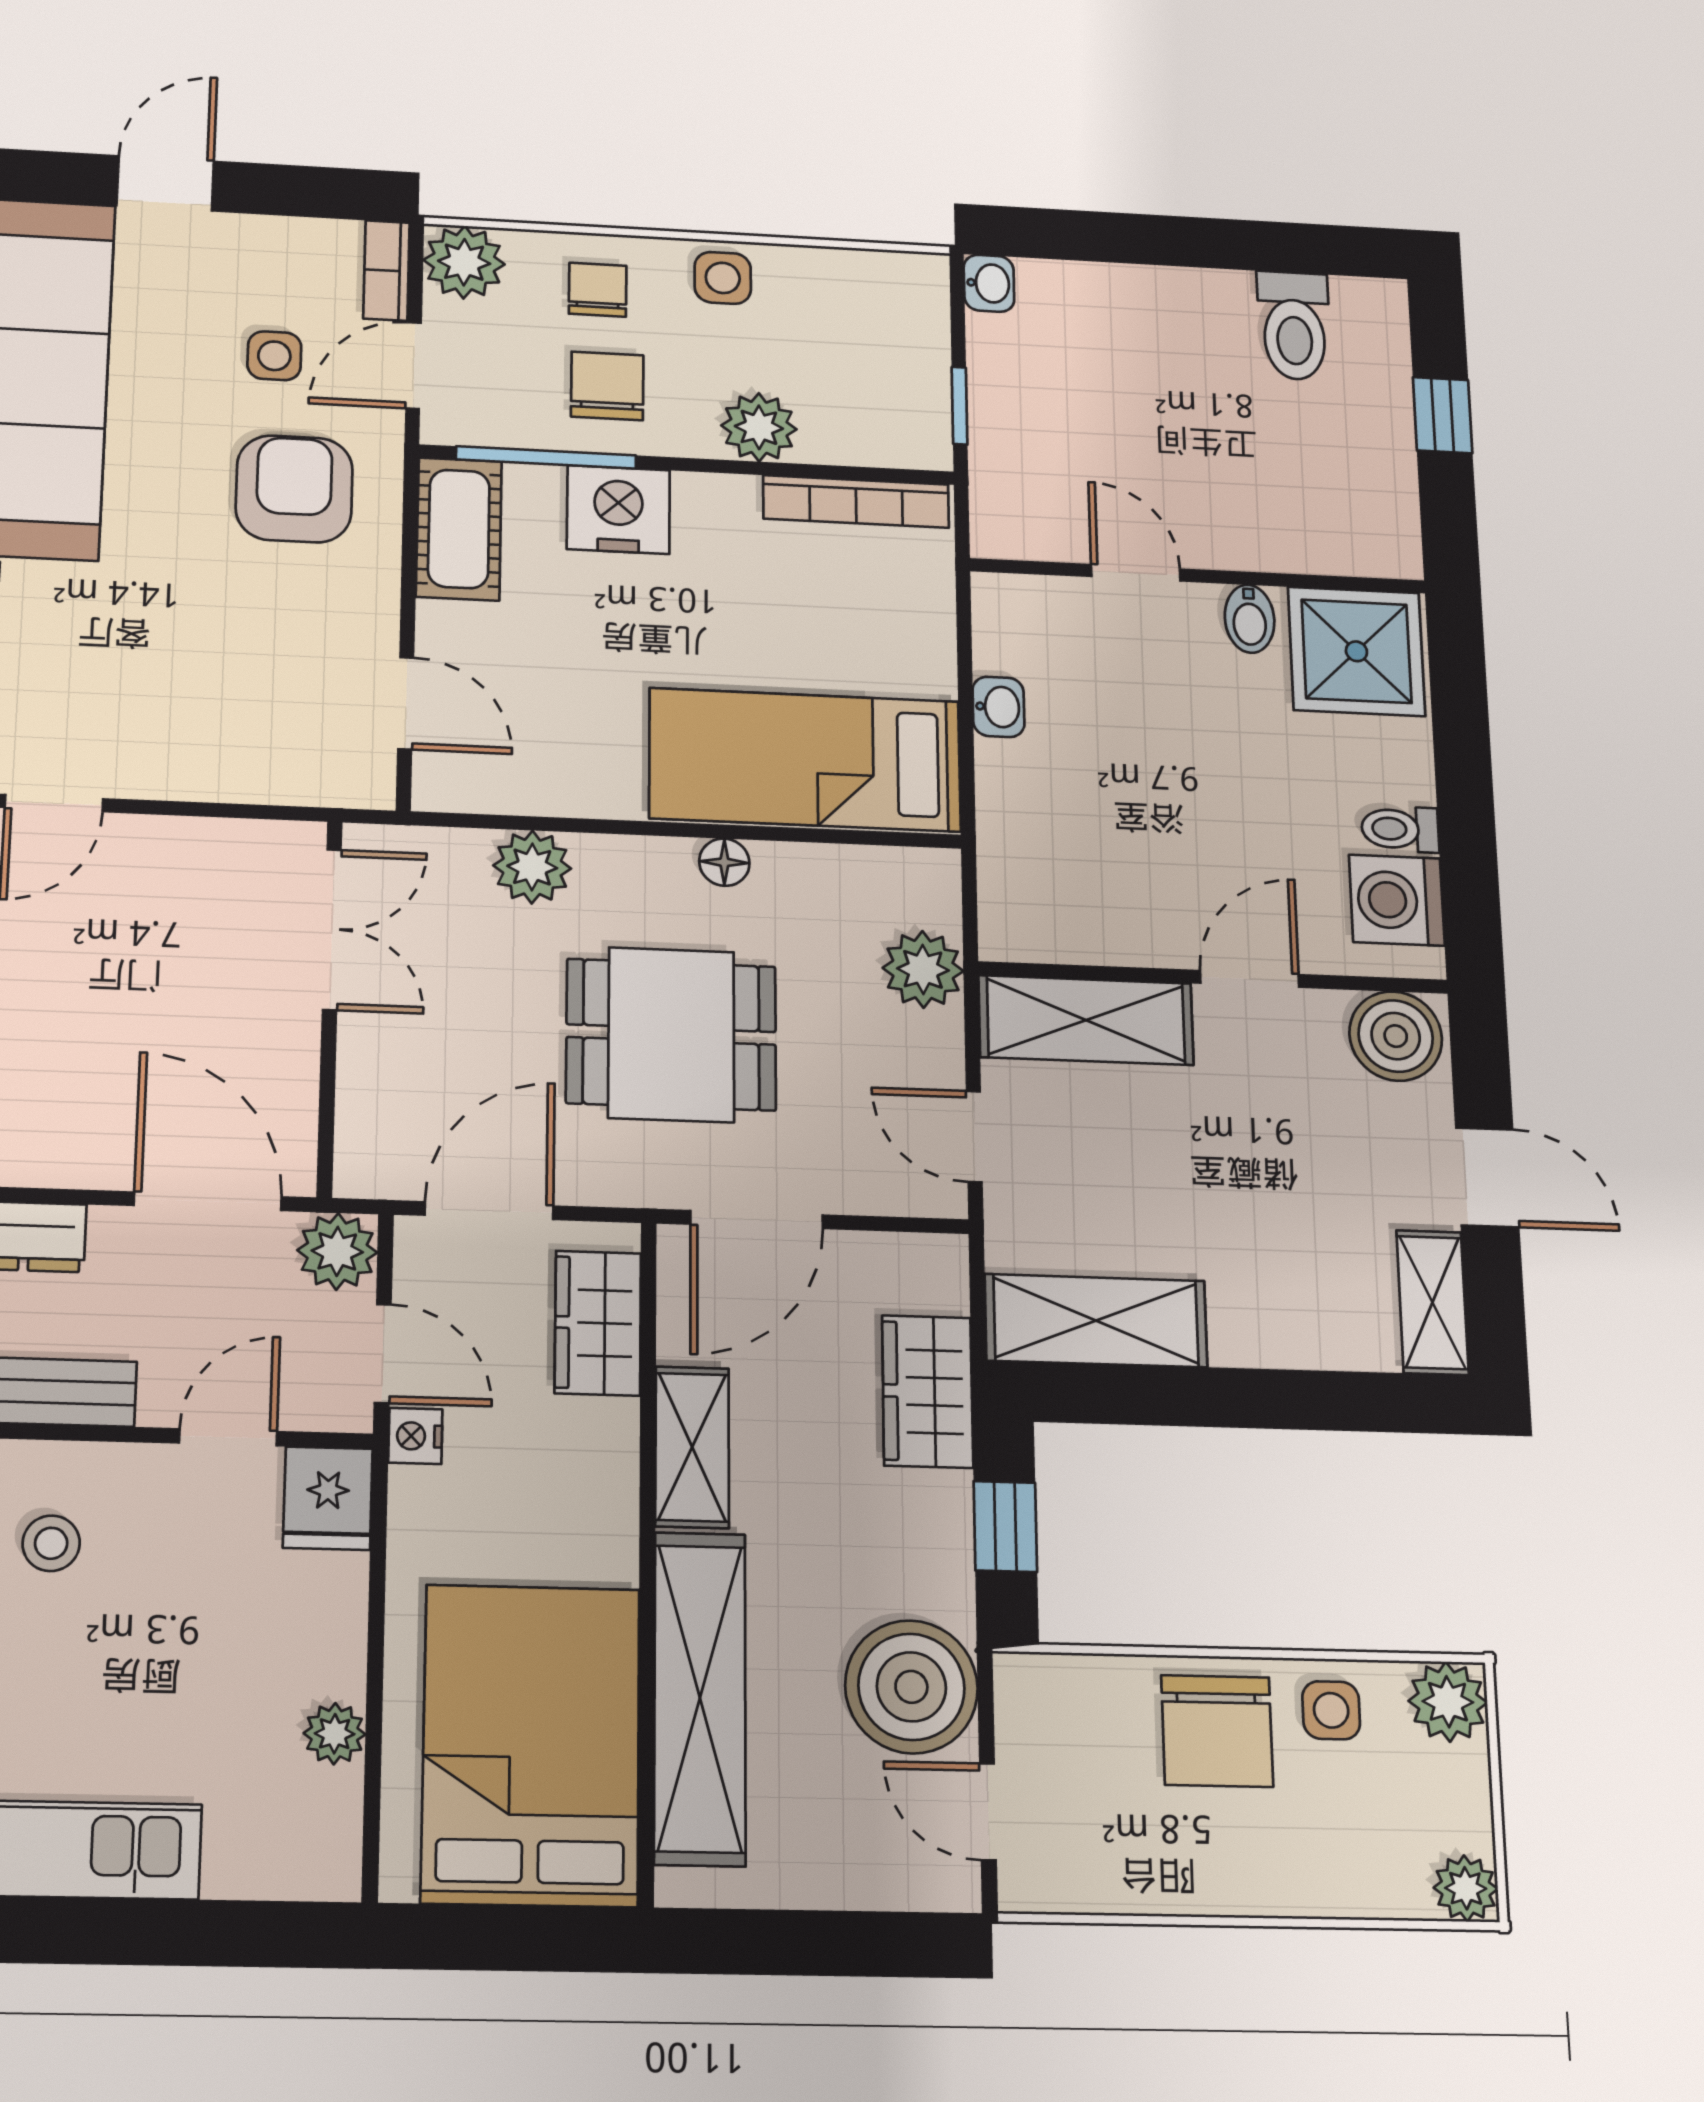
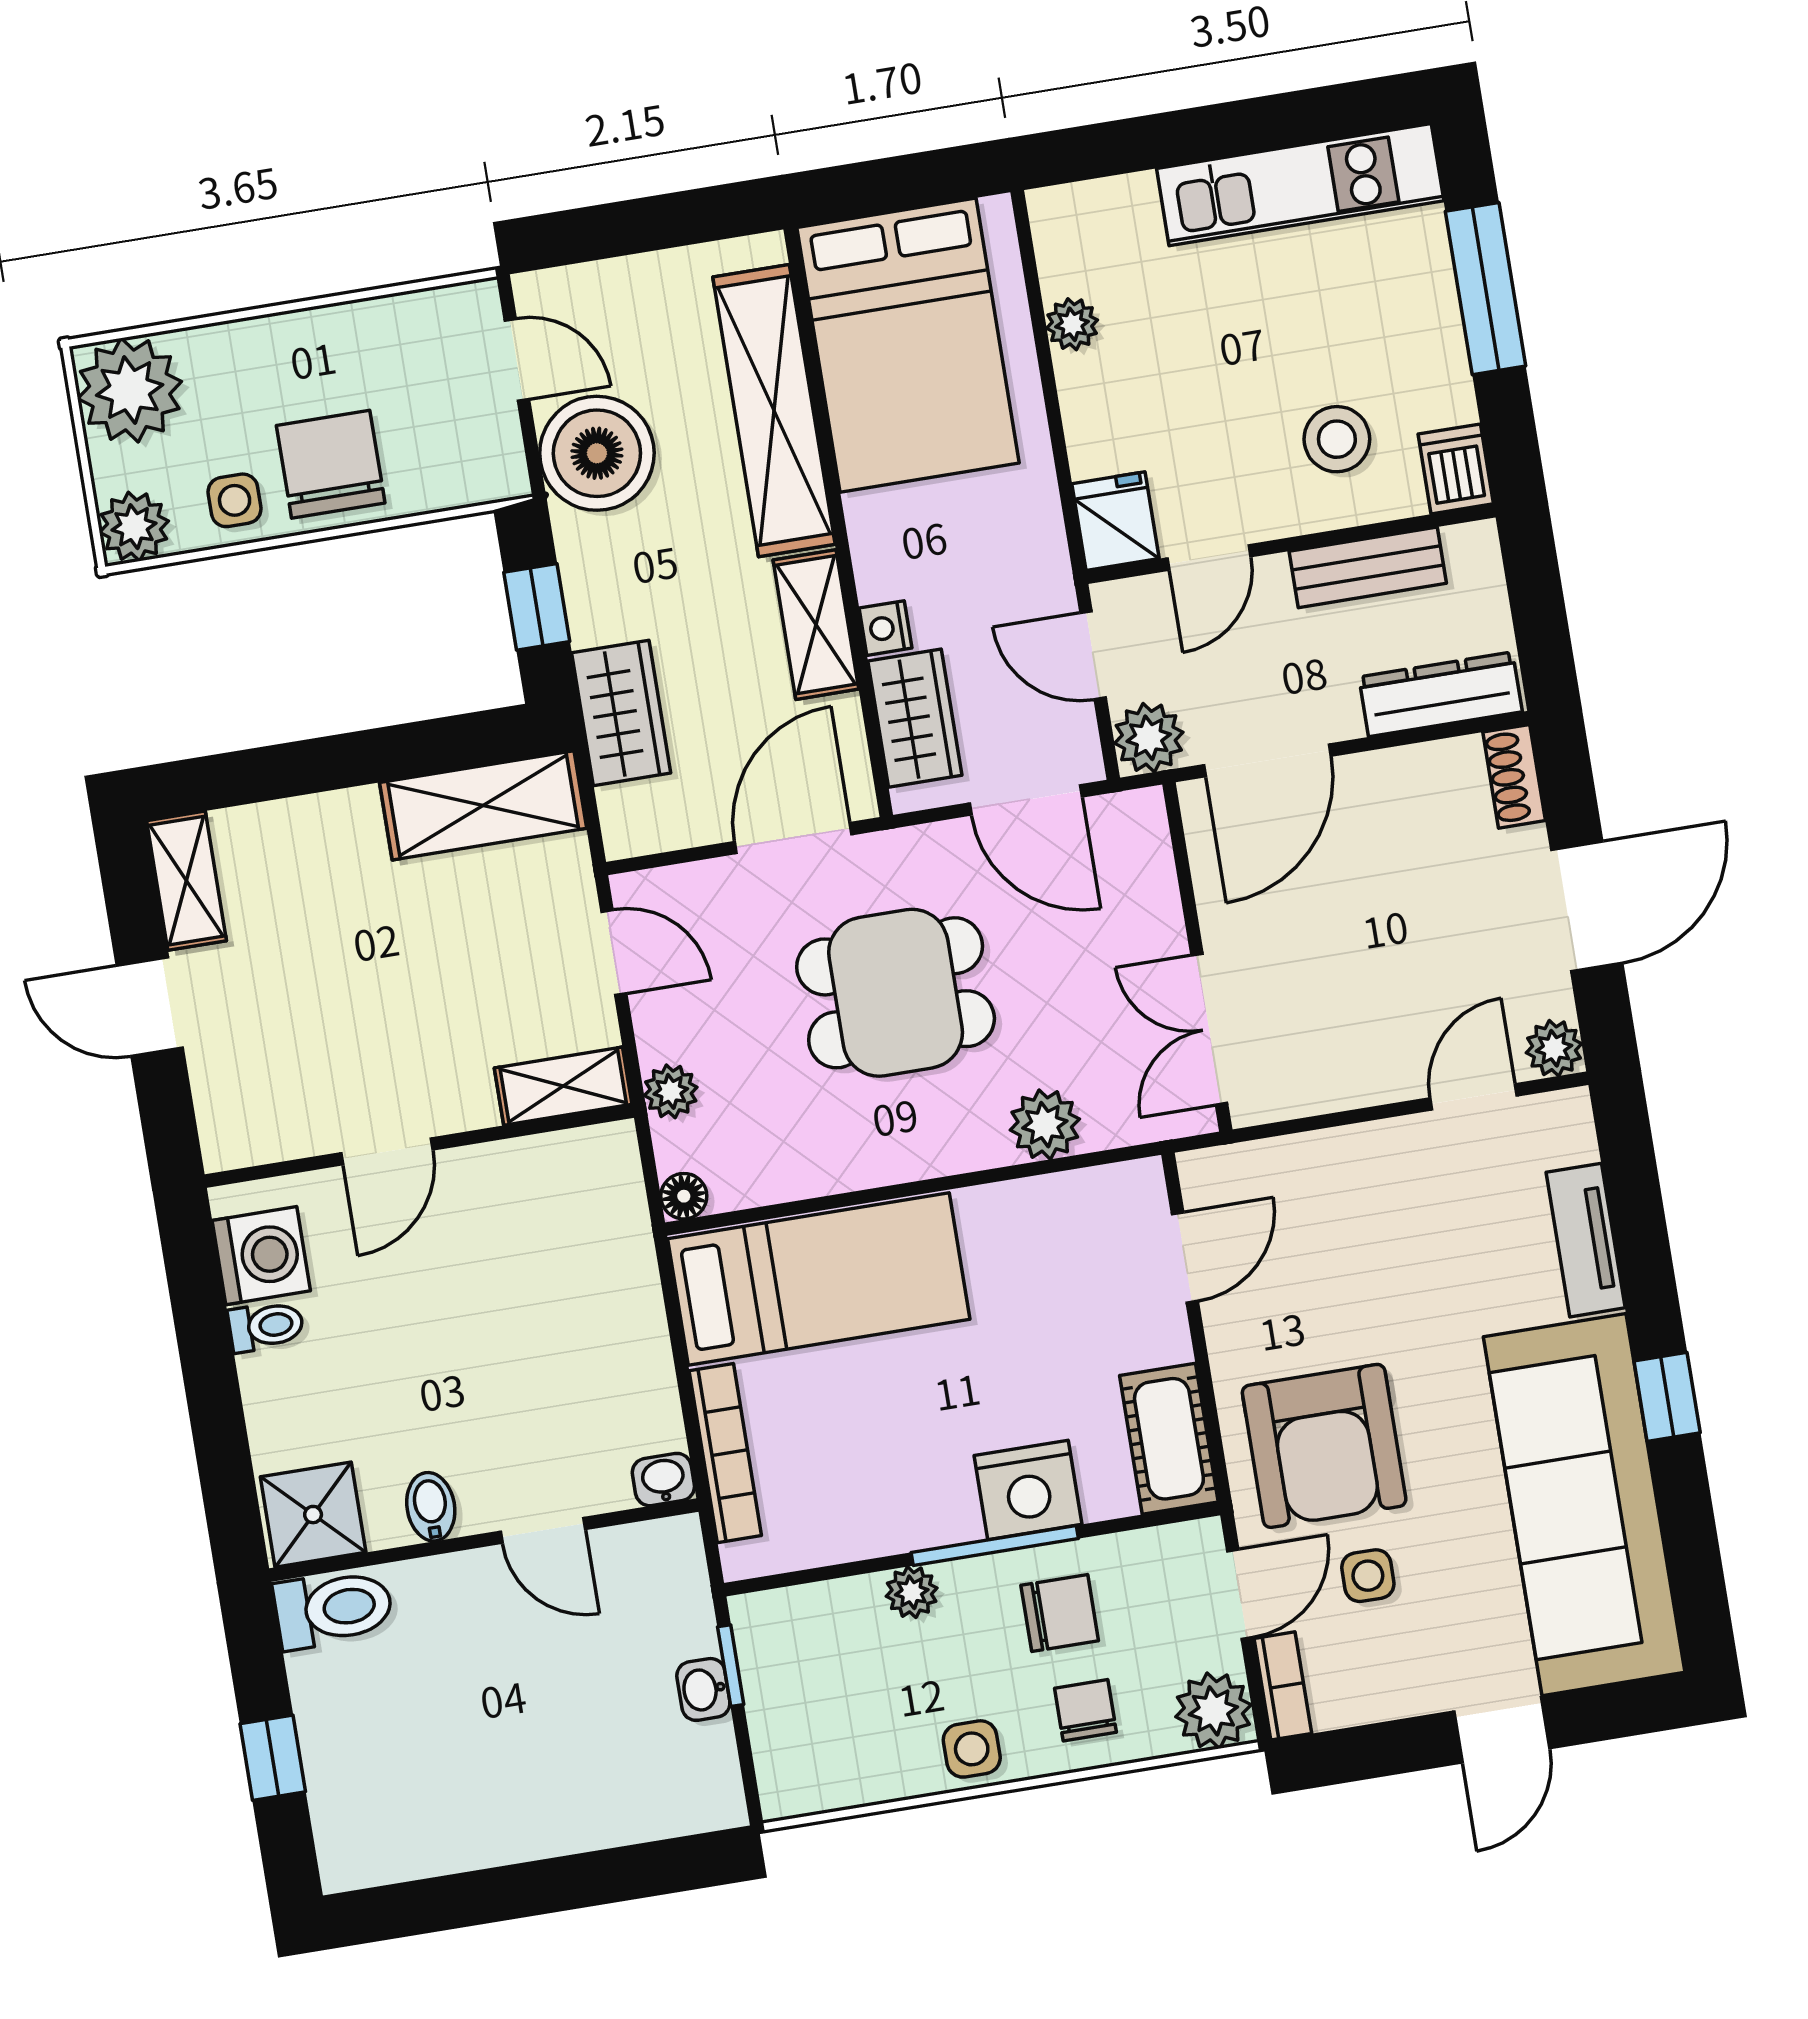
washbasin: (989, 283) -> (703, 1689), moved
chair: (598, 290) -> (1085, 1710), turned 180
toilet: (1294, 326) -> (333, 1609), moved, turned 90
chair: (607, 386) -> (1060, 1613), turned -90
plant: (759, 427) -> (912, 1592), width x0.73, depth x0.73
window: (546, 457) -> (995, 1545), moved
armchair: (294, 489) -> (1324, 1446), width x1.36, depth x1.36
bookcase: (856, 501) -> (725, 1453), moved, turned 90
shower: (1356, 651) -> (313, 1515), width x0.73, depth x0.73
door: (406, 703) -> (1185, 1257), swing flipped
washbasin: (998, 707) -> (663, 1480), moved, turned 90
floor lamp: (724, 862) -> (684, 1196), moved
plant: (923, 969) -> (671, 1091), width x0.73, depth x0.73
shelving: (1086, 1020) -> (563, 1086), width x0.67, depth x0.75
boiler: (1396, 1036) -> (247, 1124), removed
door: (208, 1201) -> (1267, 760), hinge flipped
door: (489, 1211) -> (1026, 800), hinge flipped
nightstand: (415, 1436) -> (886, 628), moved, turned 180
stool: (51, 1543) -> (1337, 439), width x1.37, depth x1.37
plant: (1466, 1888) -> (130, 390), width x1.88, depth x1.88

